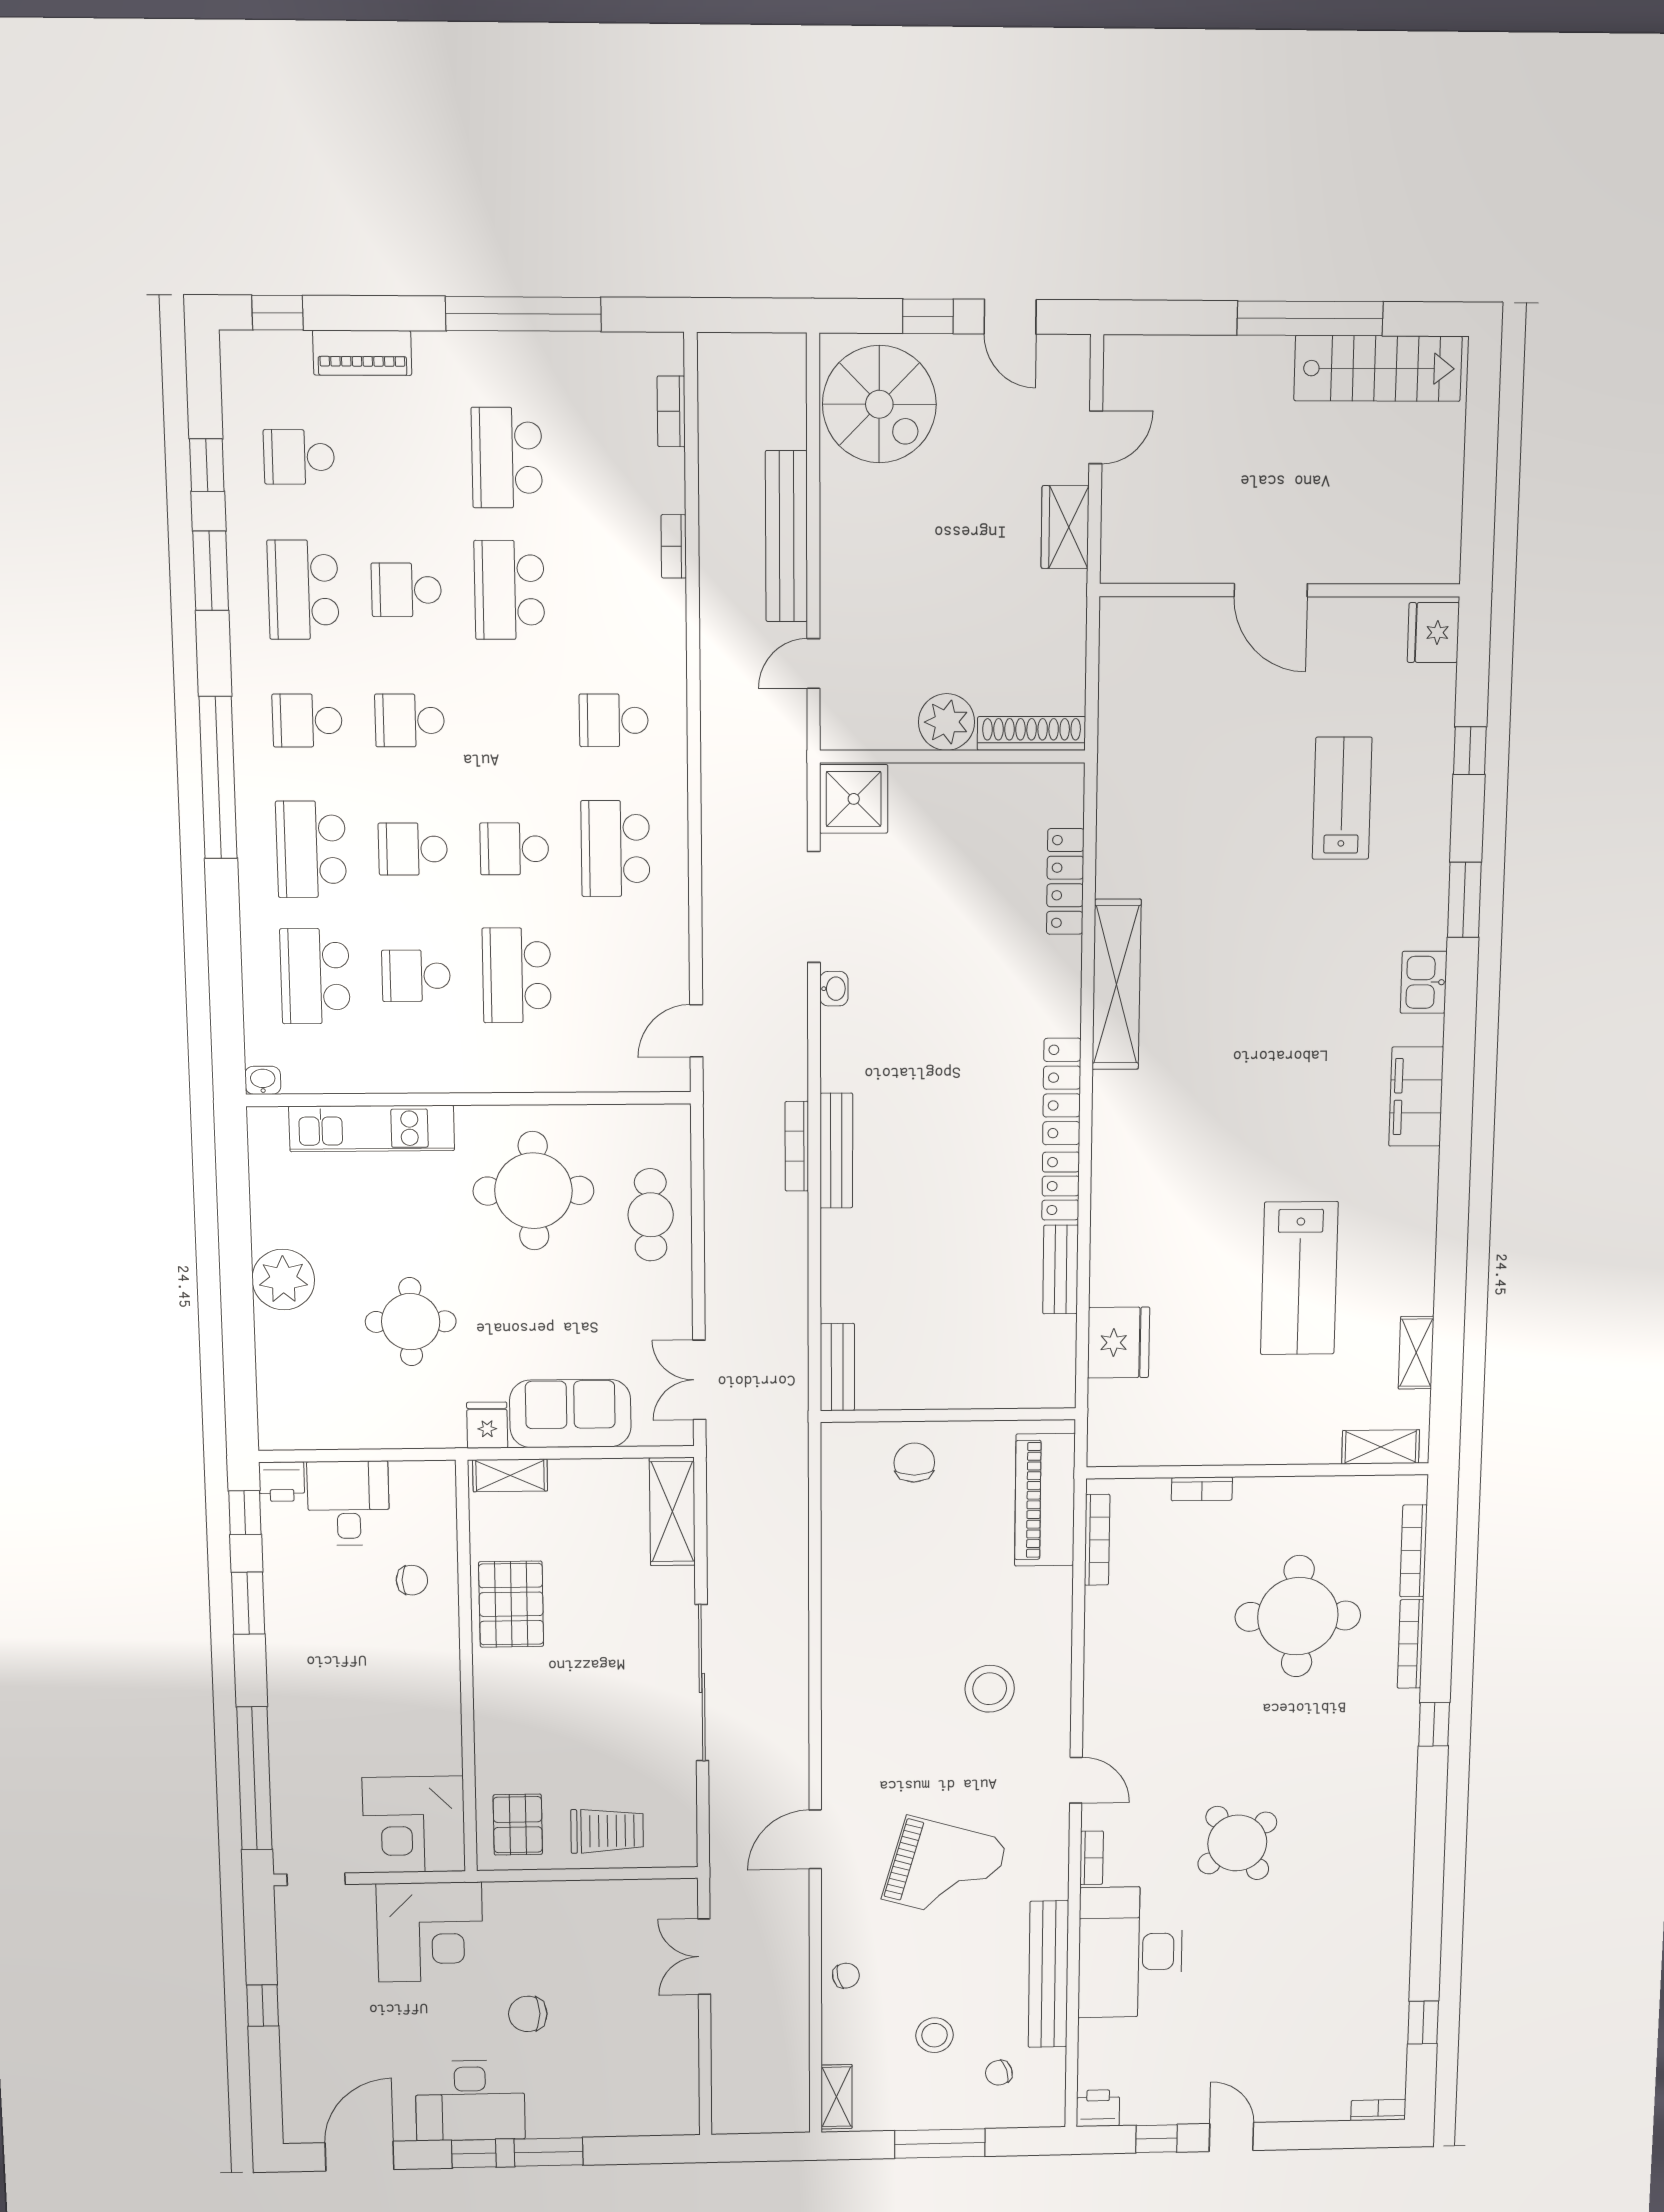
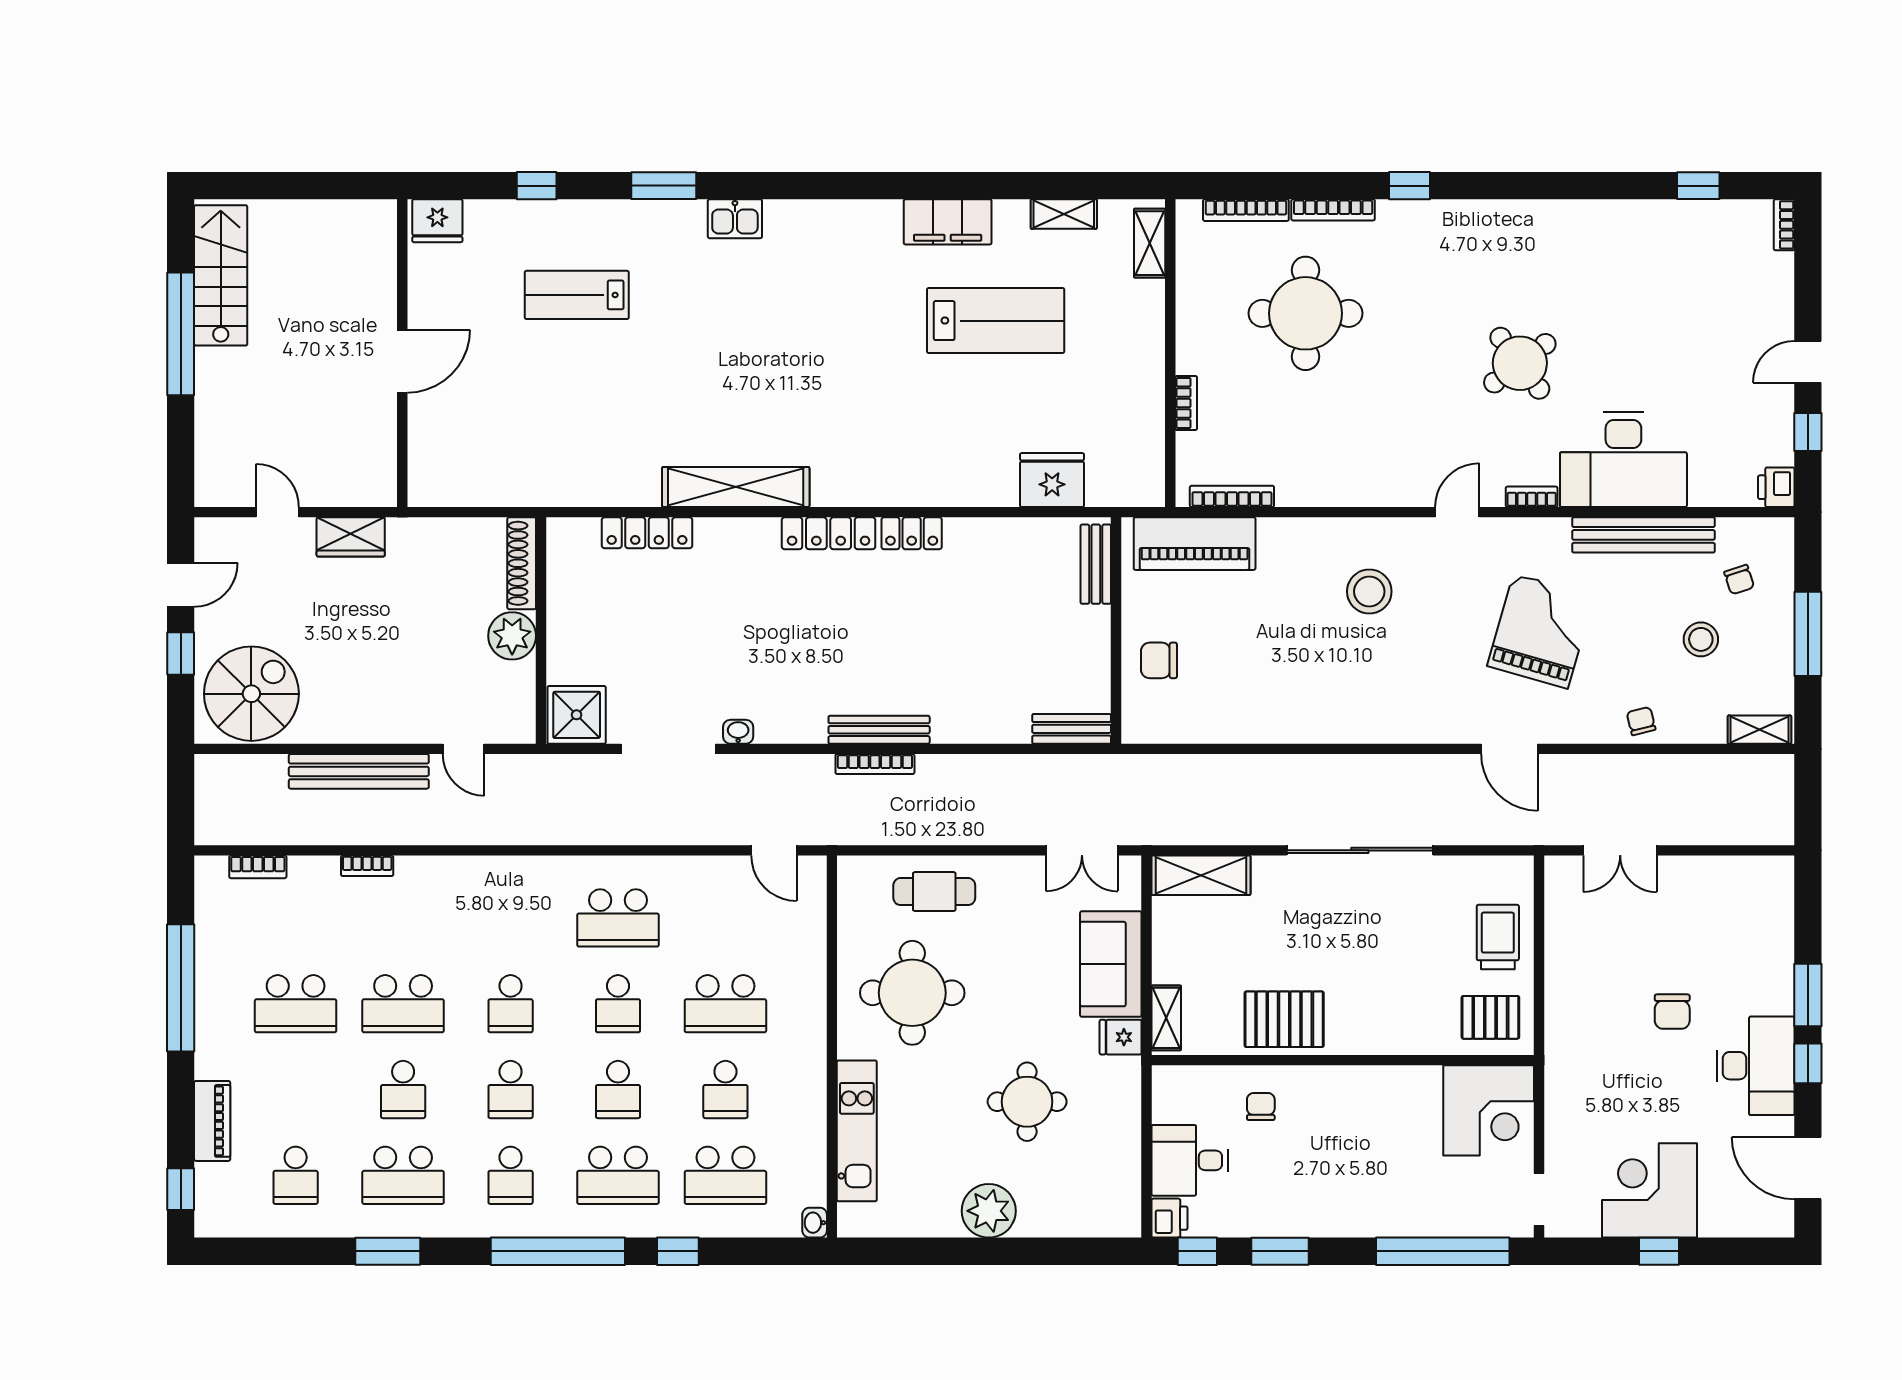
window: (207, 465) -> (678, 1251), moved
school desk: (614, 720) -> (511, 1004), moved
filing cabinet: (1416, 1097) -> (948, 222), moved
bench: (1061, 1269) -> (1096, 564), moved, turned 90
corner desk: (430, 1932) -> (1650, 1190), moved, turned -90

